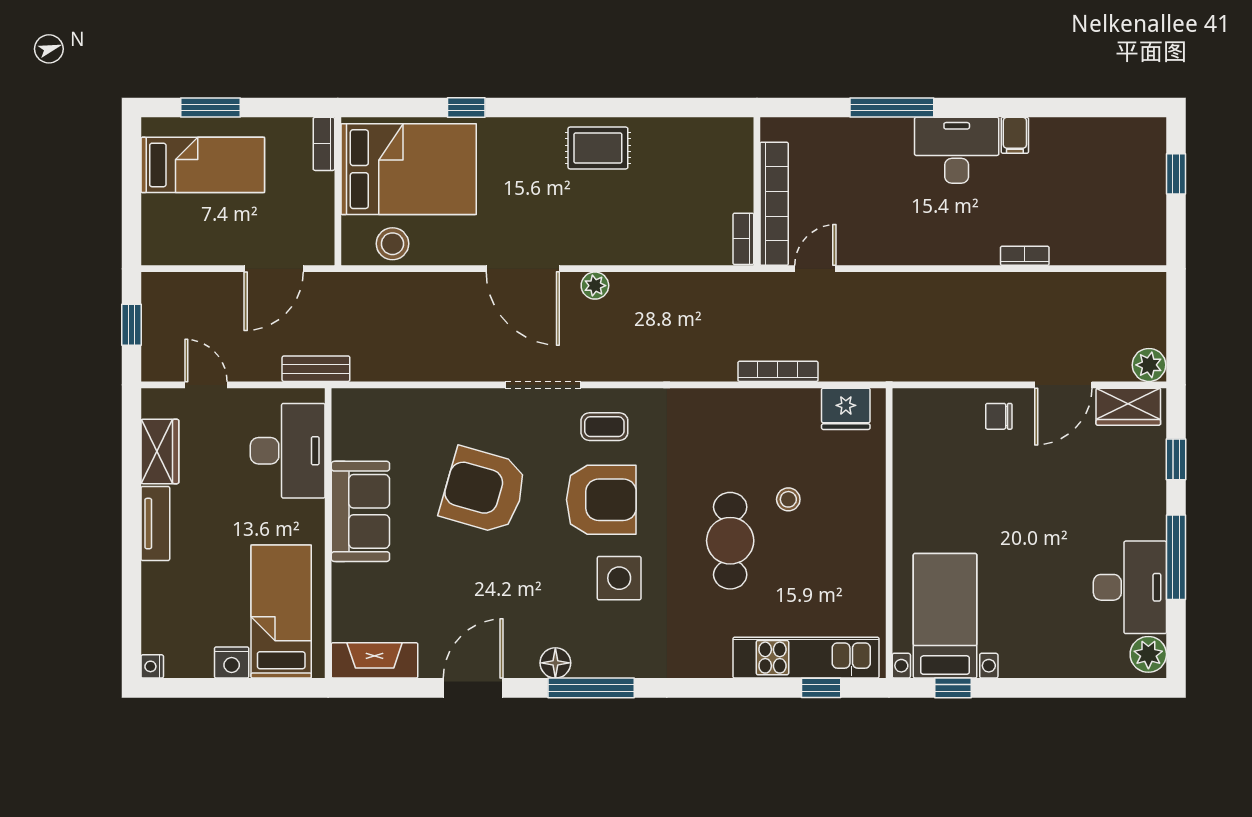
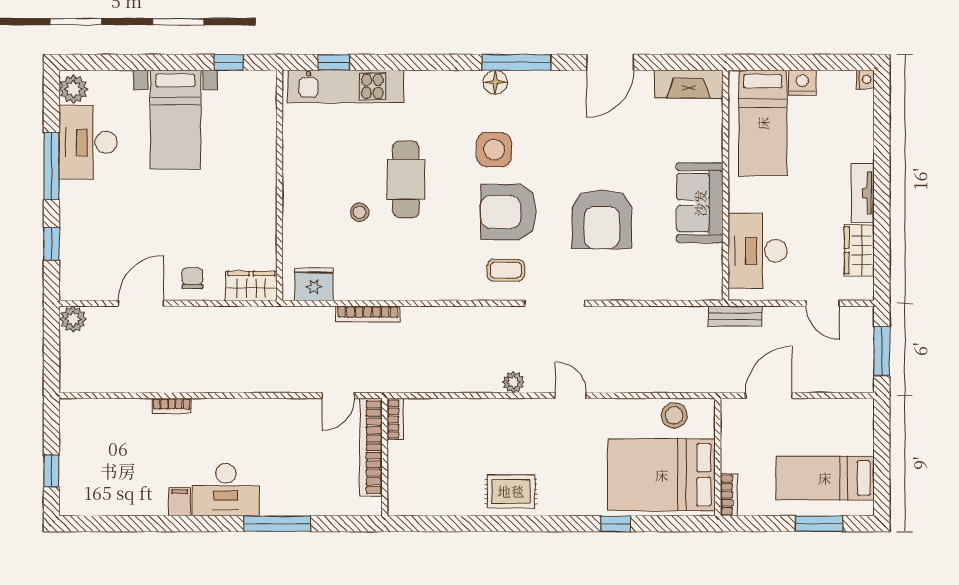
door: (523, 269) -> (571, 396), width x0.53
window: (131, 325) -> (882, 351), width x1.50
wardrobe: (1128, 407) -> (251, 286), moved
chair: (999, 416) -> (192, 278), turned -90
armchair: (484, 490) -> (602, 219), turned 74
bed with nightstands: (945, 616) -> (175, 120), moved
floor lamp: (555, 663) -> (495, 82), moved

